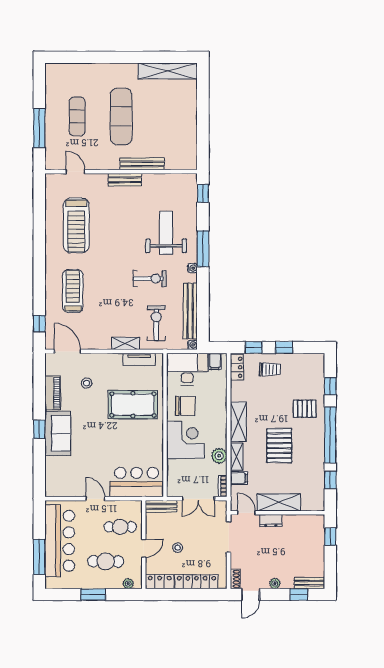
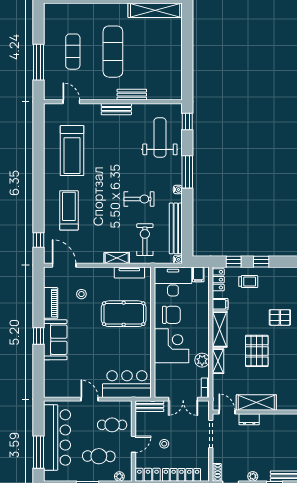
bench: (142, 164) -> (132, 95), width x0.73
weight bench: (166, 233) -> (160, 137), moved
filing cabinet: (239, 478) -> (220, 304), moved

